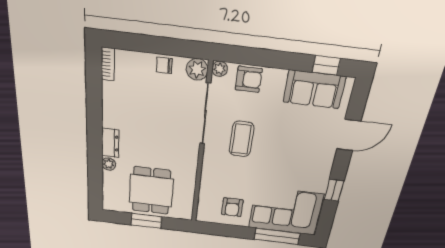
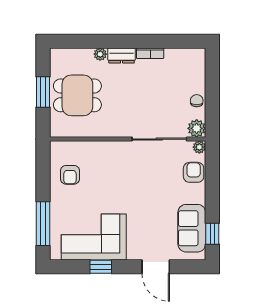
bookcase: (108, 64) -> (150, 53), moved
armchair: (249, 79) -> (194, 172), turned 180
coffee table: (242, 139) -> (140, 174), removed
armchair: (232, 207) -> (70, 175), turned -90
corner sofa: (286, 211) -> (94, 237), moved, turned -90

